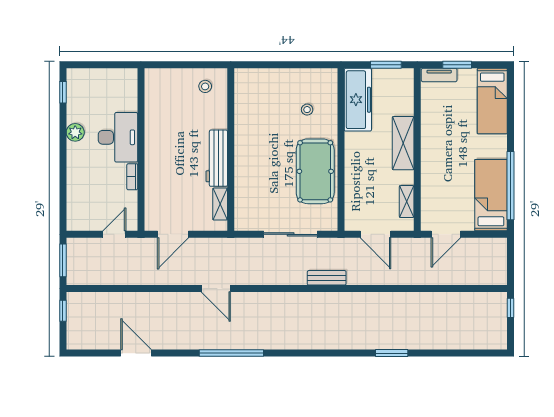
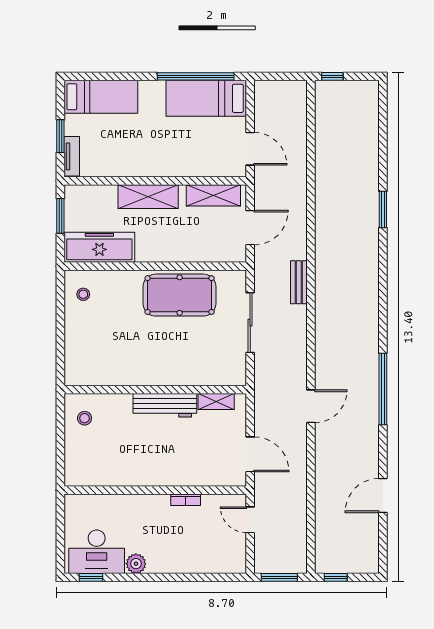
stool: (307, 110) -> (83, 294), moved
desk: (118, 137) -> (97, 552), moved, turned 180
shelving: (407, 202) -> (213, 195), width x1.50, depth x1.33

